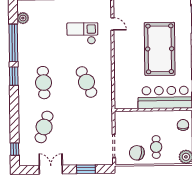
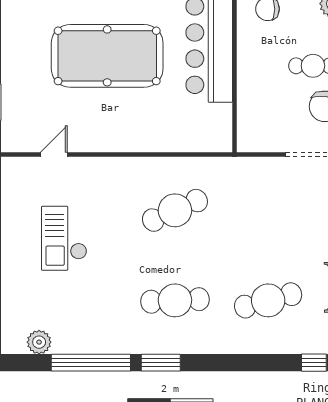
checkout: (82, 33) -> (64, 238), moved
cafe table: (44, 127) -> (268, 300), turned -33

